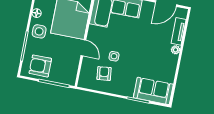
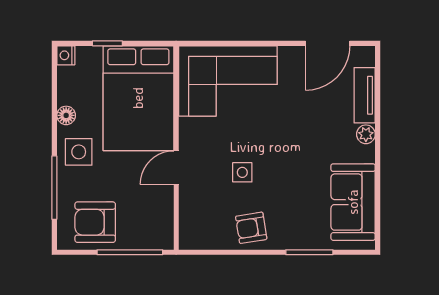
door: (83, 48) -> (176, 168), swing flipped
armchair: (104, 73) -> (251, 228), moved, turned -92
sofa: (153, 91) -> (353, 202), moved, turned -90

